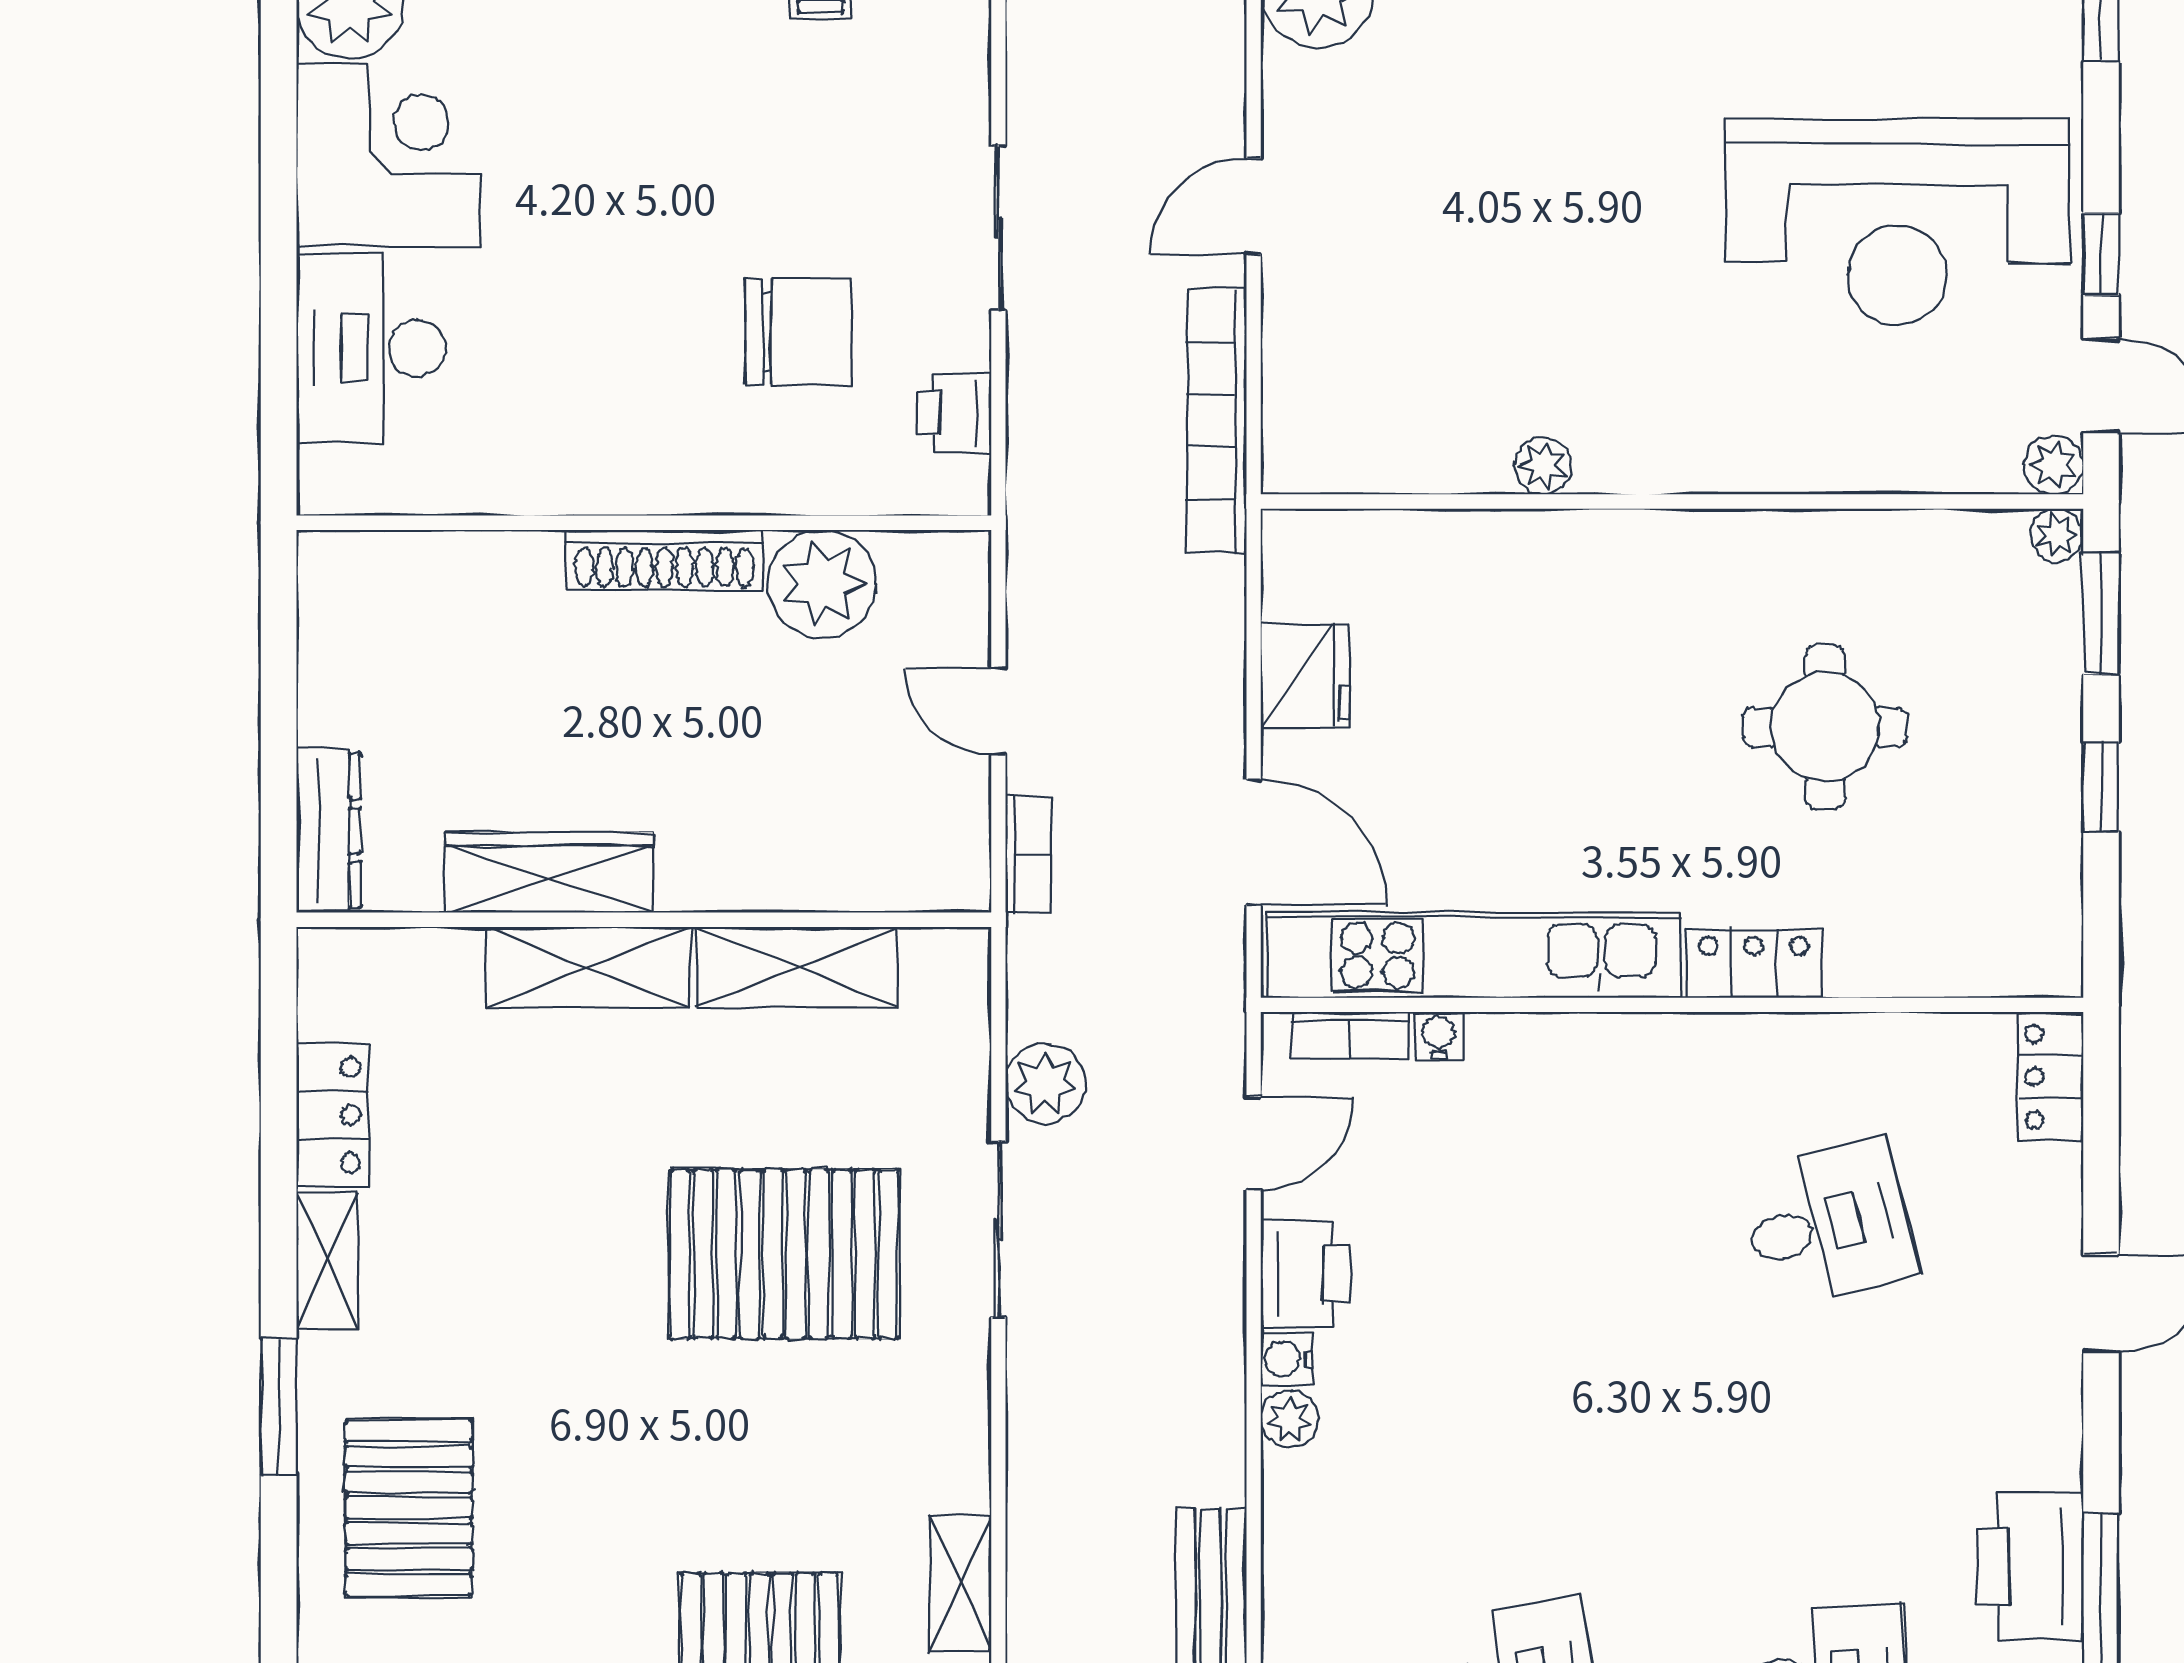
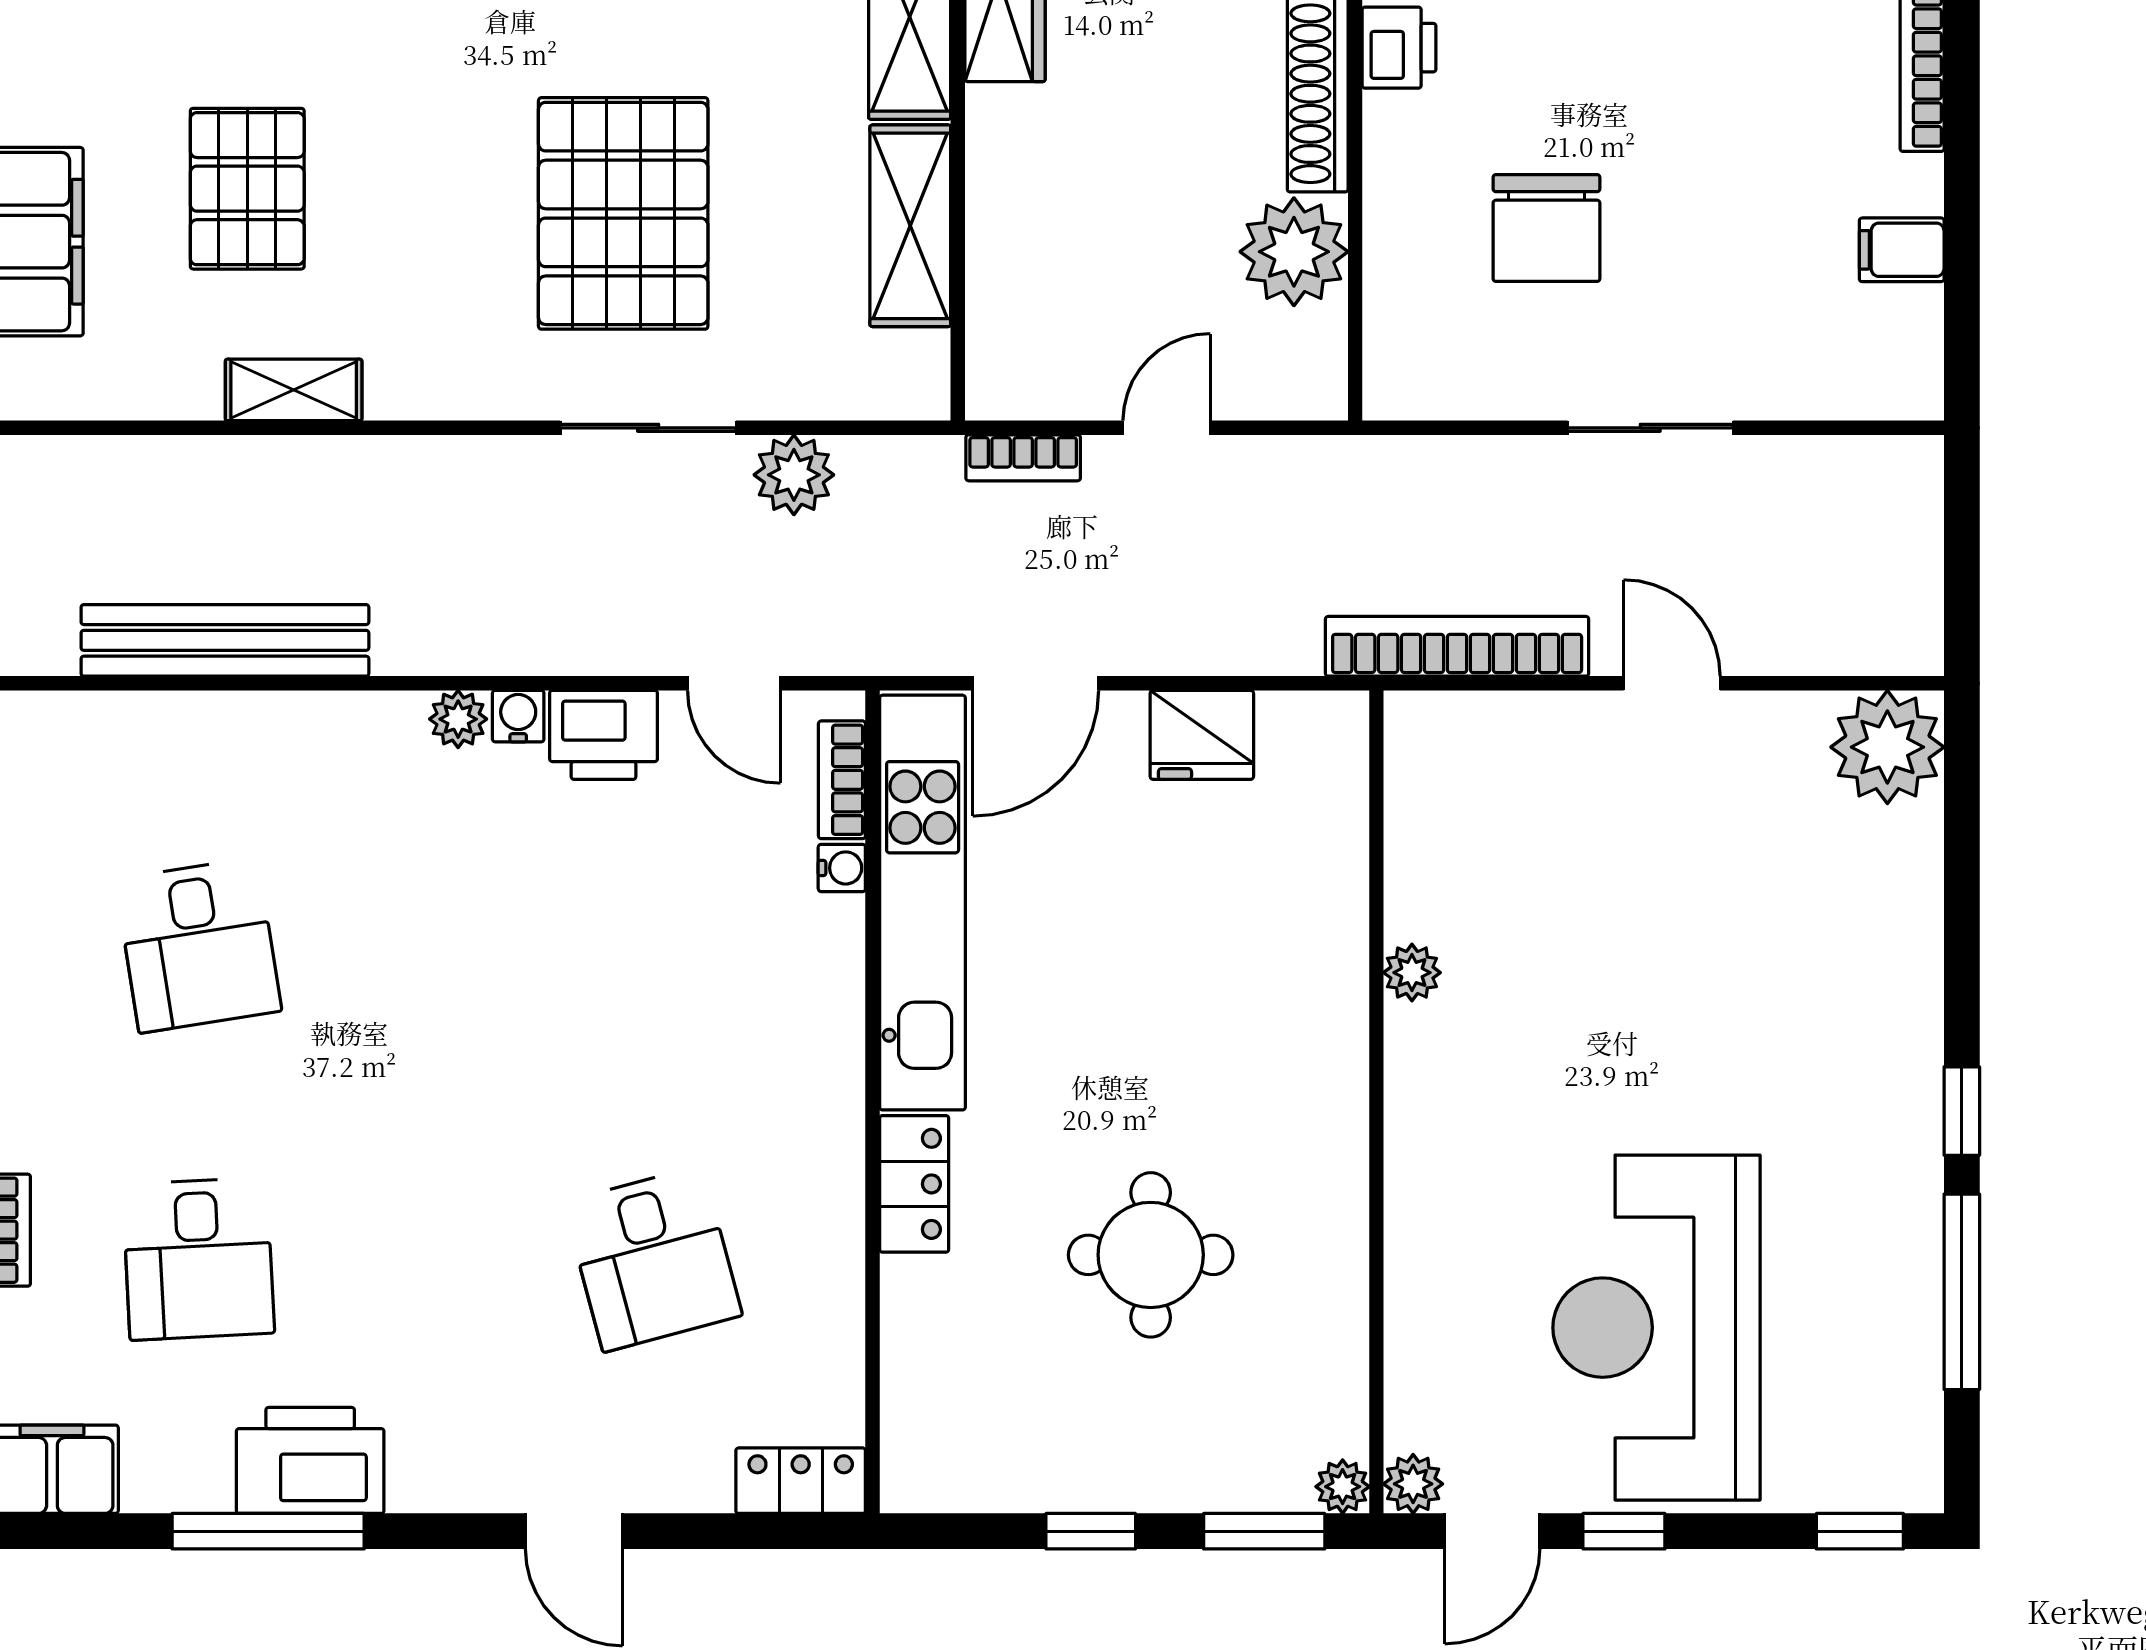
printer: (954, 413) -> (1399, 48), moved, turned 90

